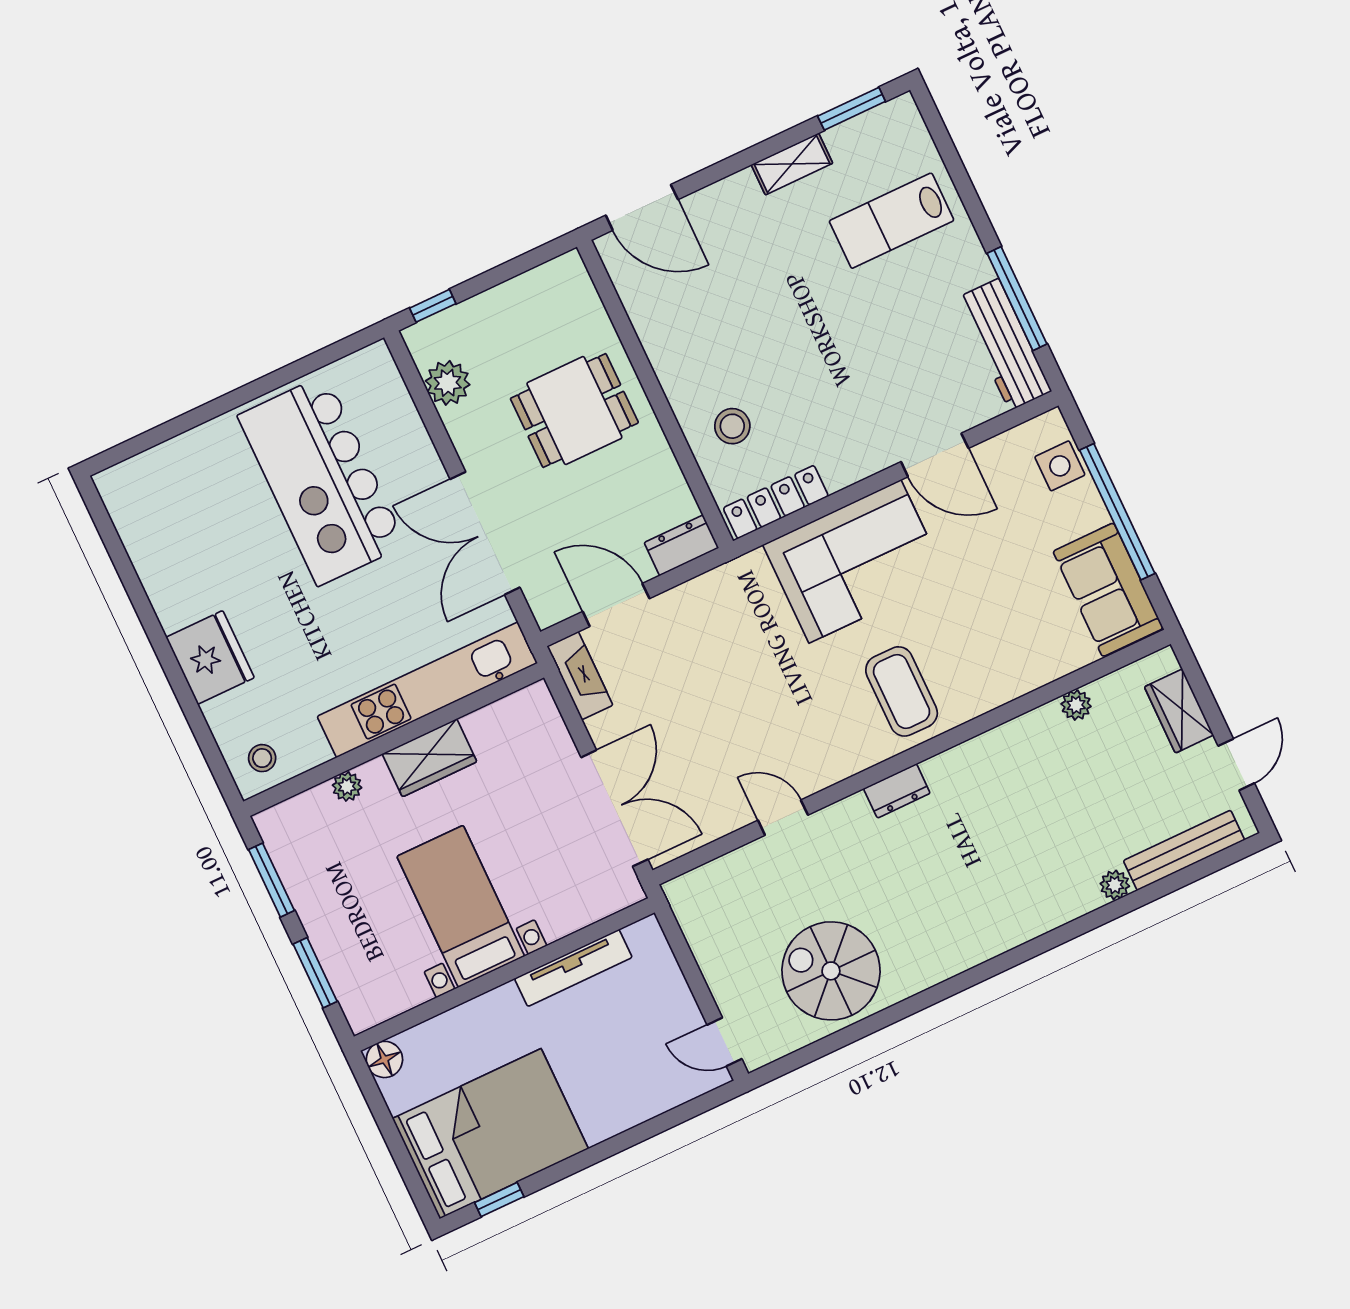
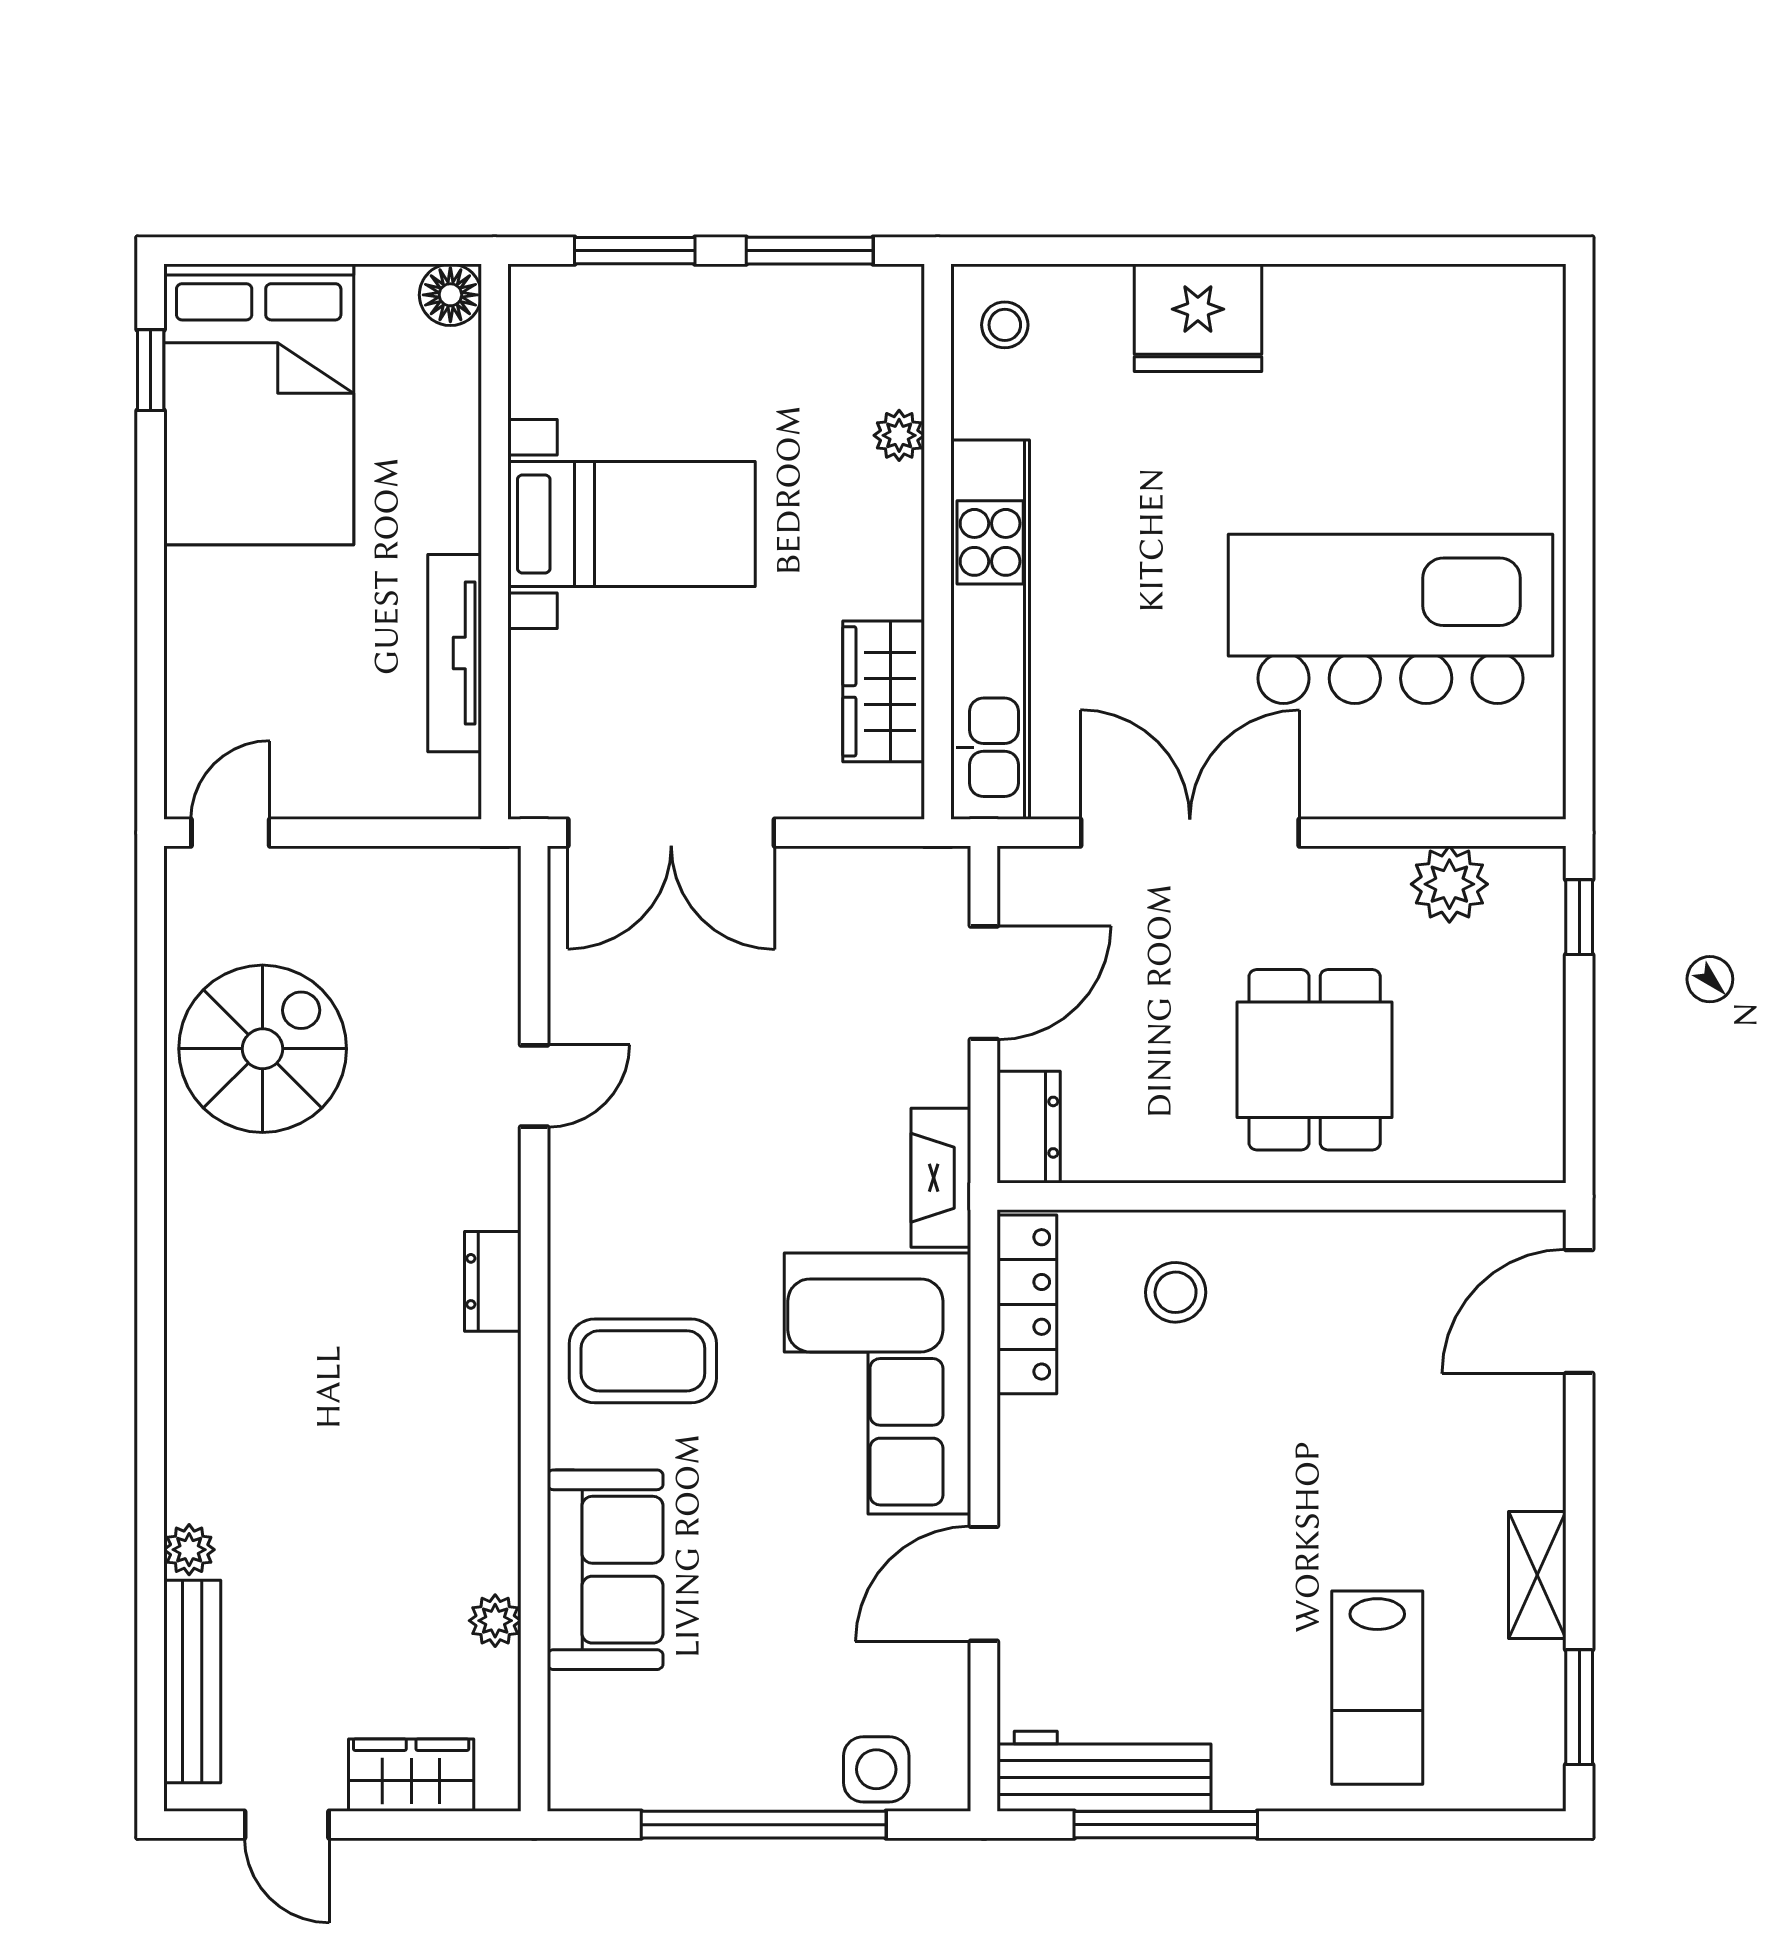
lab bench: (892, 221) -> (1377, 1688), turned 180
sofa: (1108, 590) -> (605, 1570), moved, turned 90
fireplace: (580, 676) -> (941, 1178), moved, turned 90
wardrobe: (429, 758) -> (884, 691), moved

